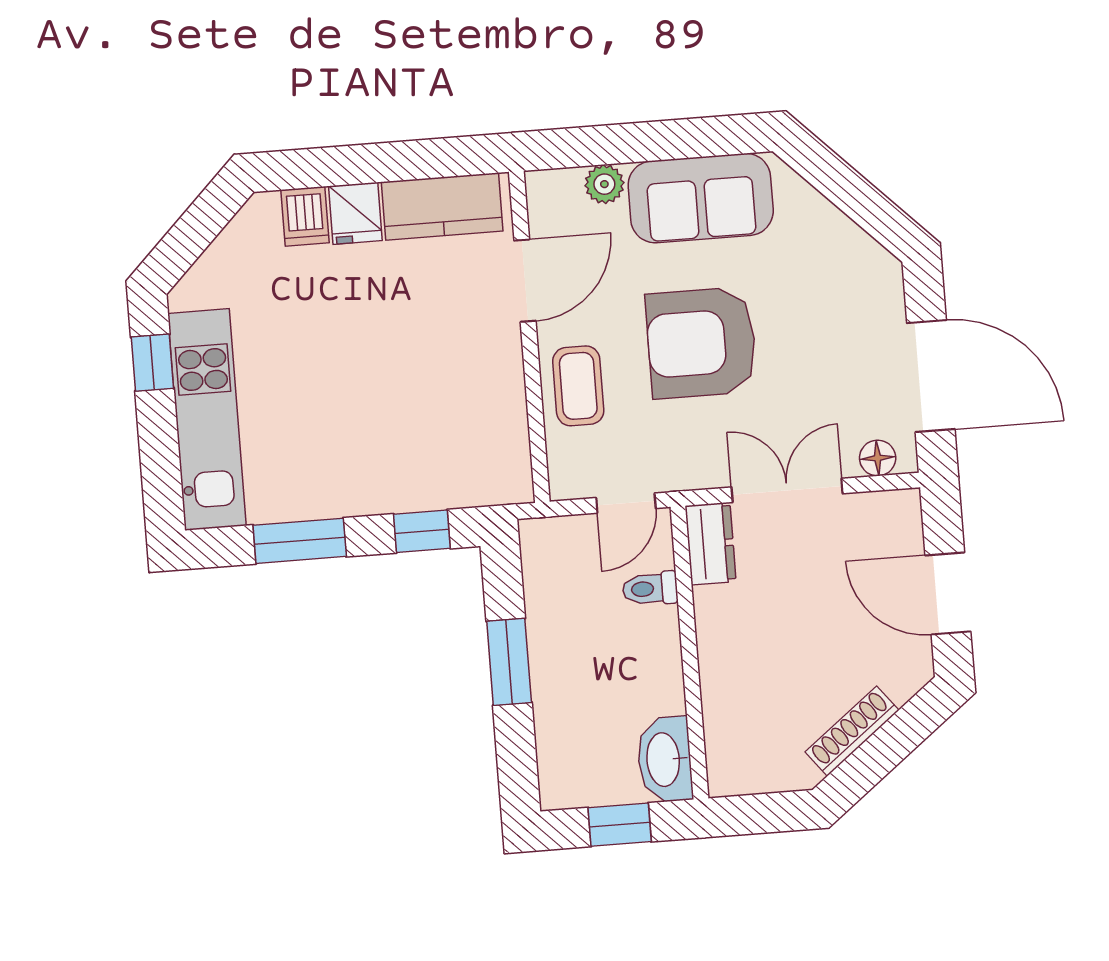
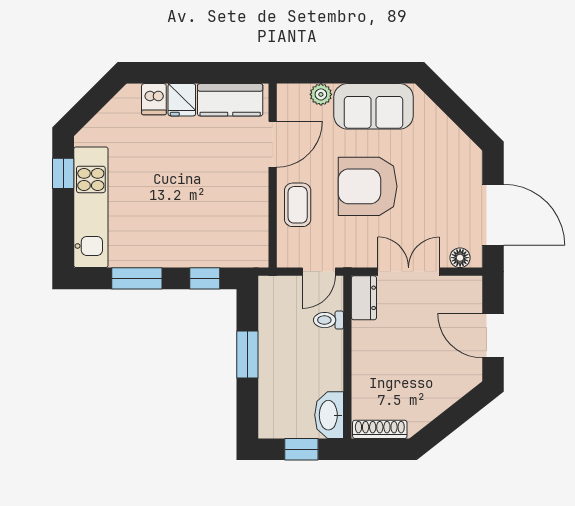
shoe rack: (852, 731) -> (380, 429), moved, turned 38

